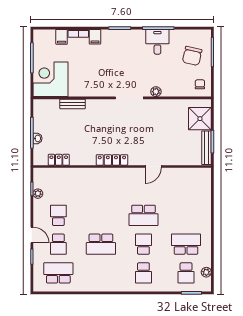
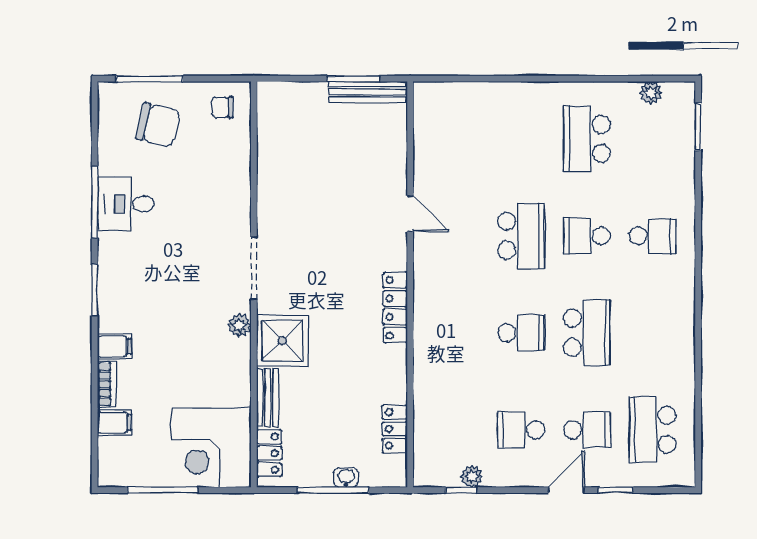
plant: (156, 92) -> (239, 325), moved
locker: (48, 105) -> (269, 453), added
shower: (200, 119) -> (282, 341), moved
school desk: (186, 273) -> (521, 333), moved

